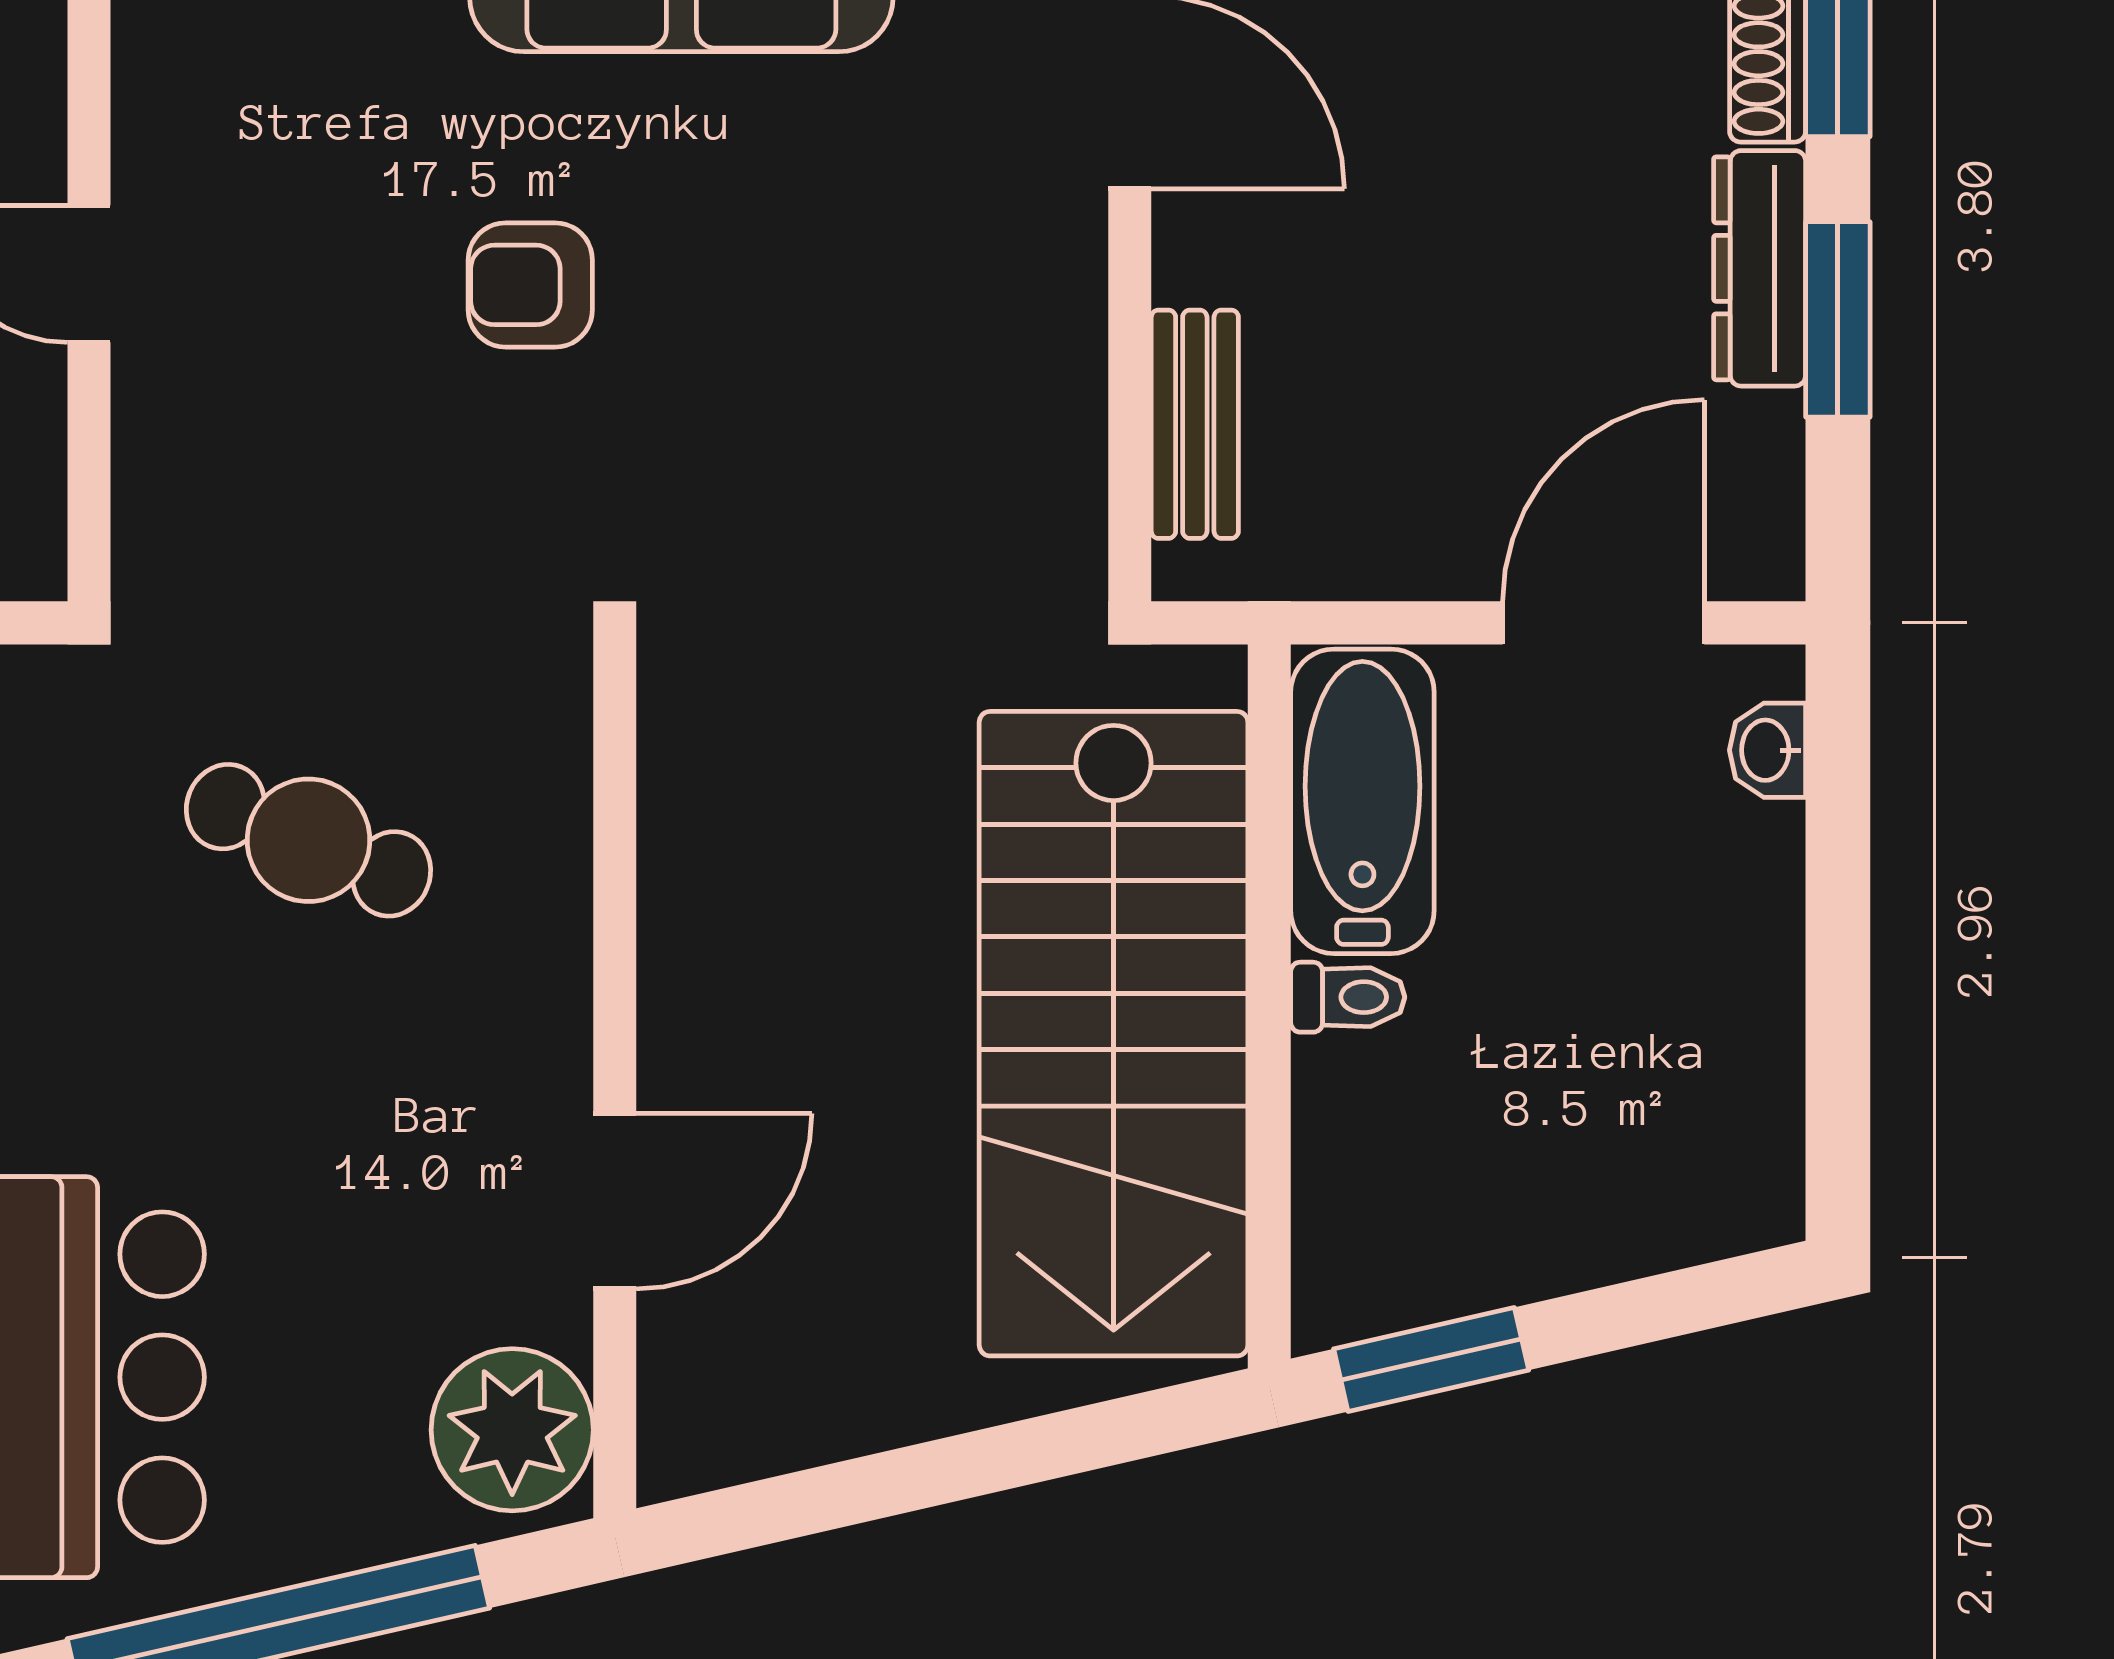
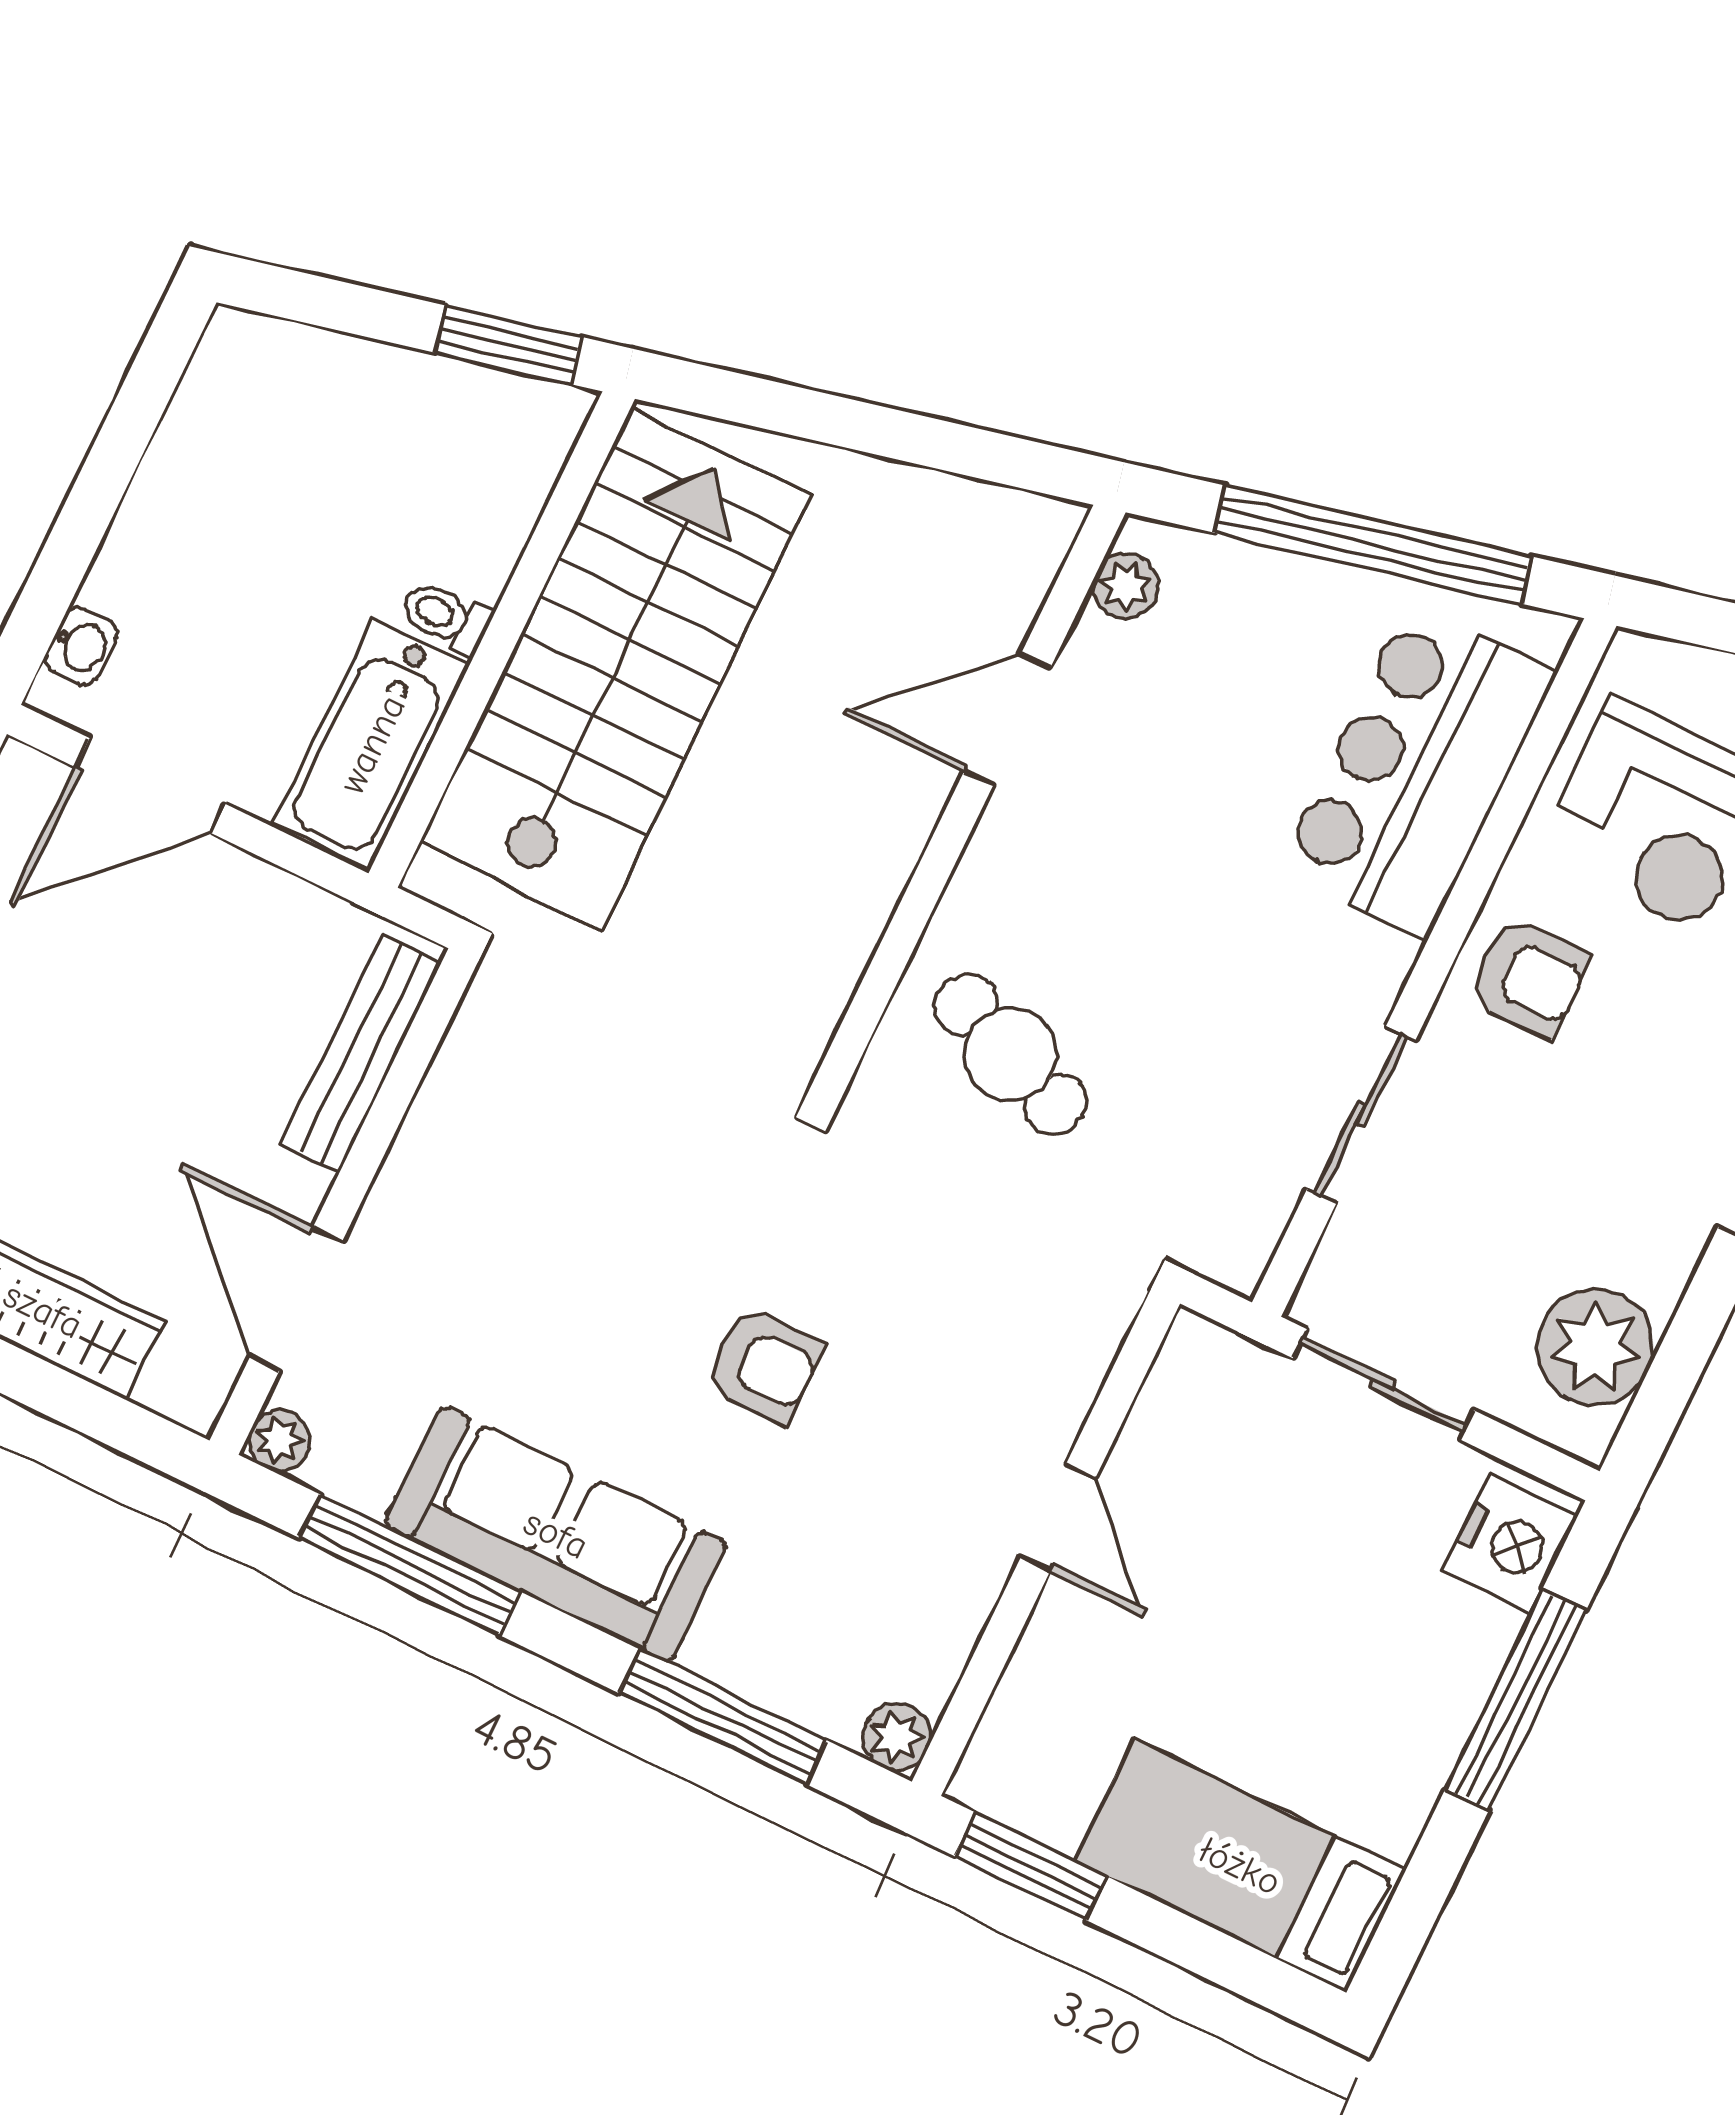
bench: (1195, 424) -> (361, 1054), width x1.36
cafe table: (308, 840) -> (1011, 1054), moved
plant: (512, 1430) -> (1126, 586), width x0.53, depth x0.53

